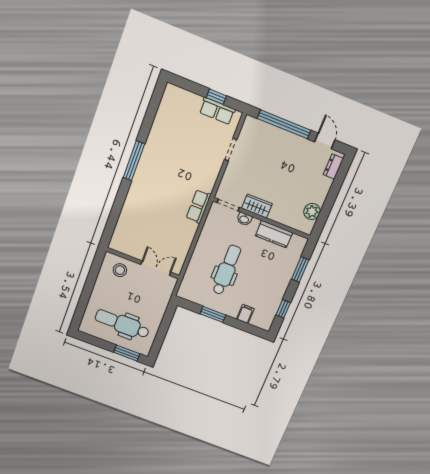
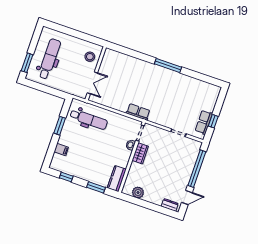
kitchen counter: (274, 234) -> (117, 179), moved
dental chair: (226, 270) -> (89, 119), moved

